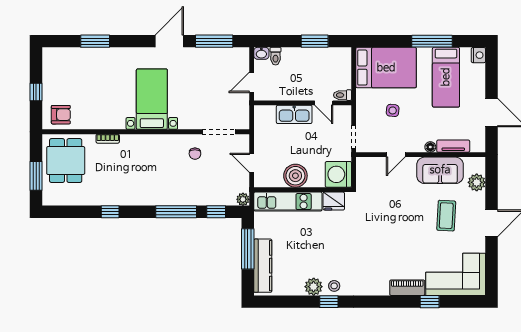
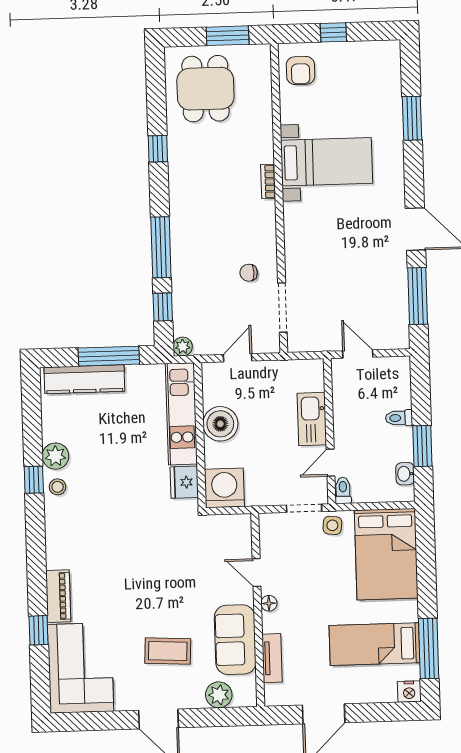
window: (432, 41) -> (429, 648), moved
washbasin: (261, 53) -> (405, 474), moved
toilet: (276, 56) -> (399, 418), moved
bed with nightstands: (152, 99) -> (327, 162), moved
side table: (393, 110) -> (332, 525), moved
doorway: (354, 137) -> (304, 508), moved
bookcase: (108, 139) -> (268, 181), moved
floor lamp: (430, 147) -> (269, 603), moved
dining table: (66, 161) -> (205, 89), moved, turned 90
window: (36, 176) -> (228, 36), moved

